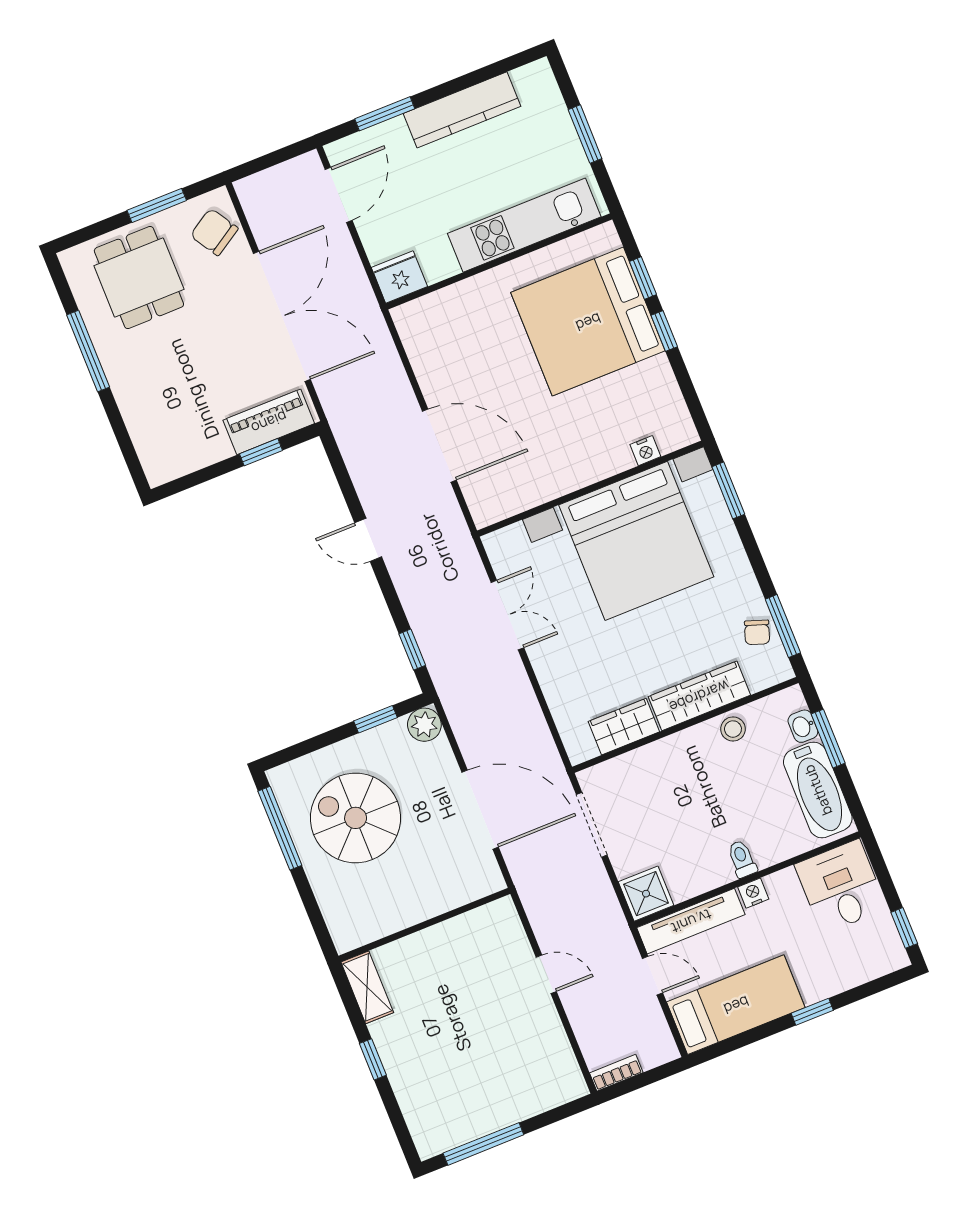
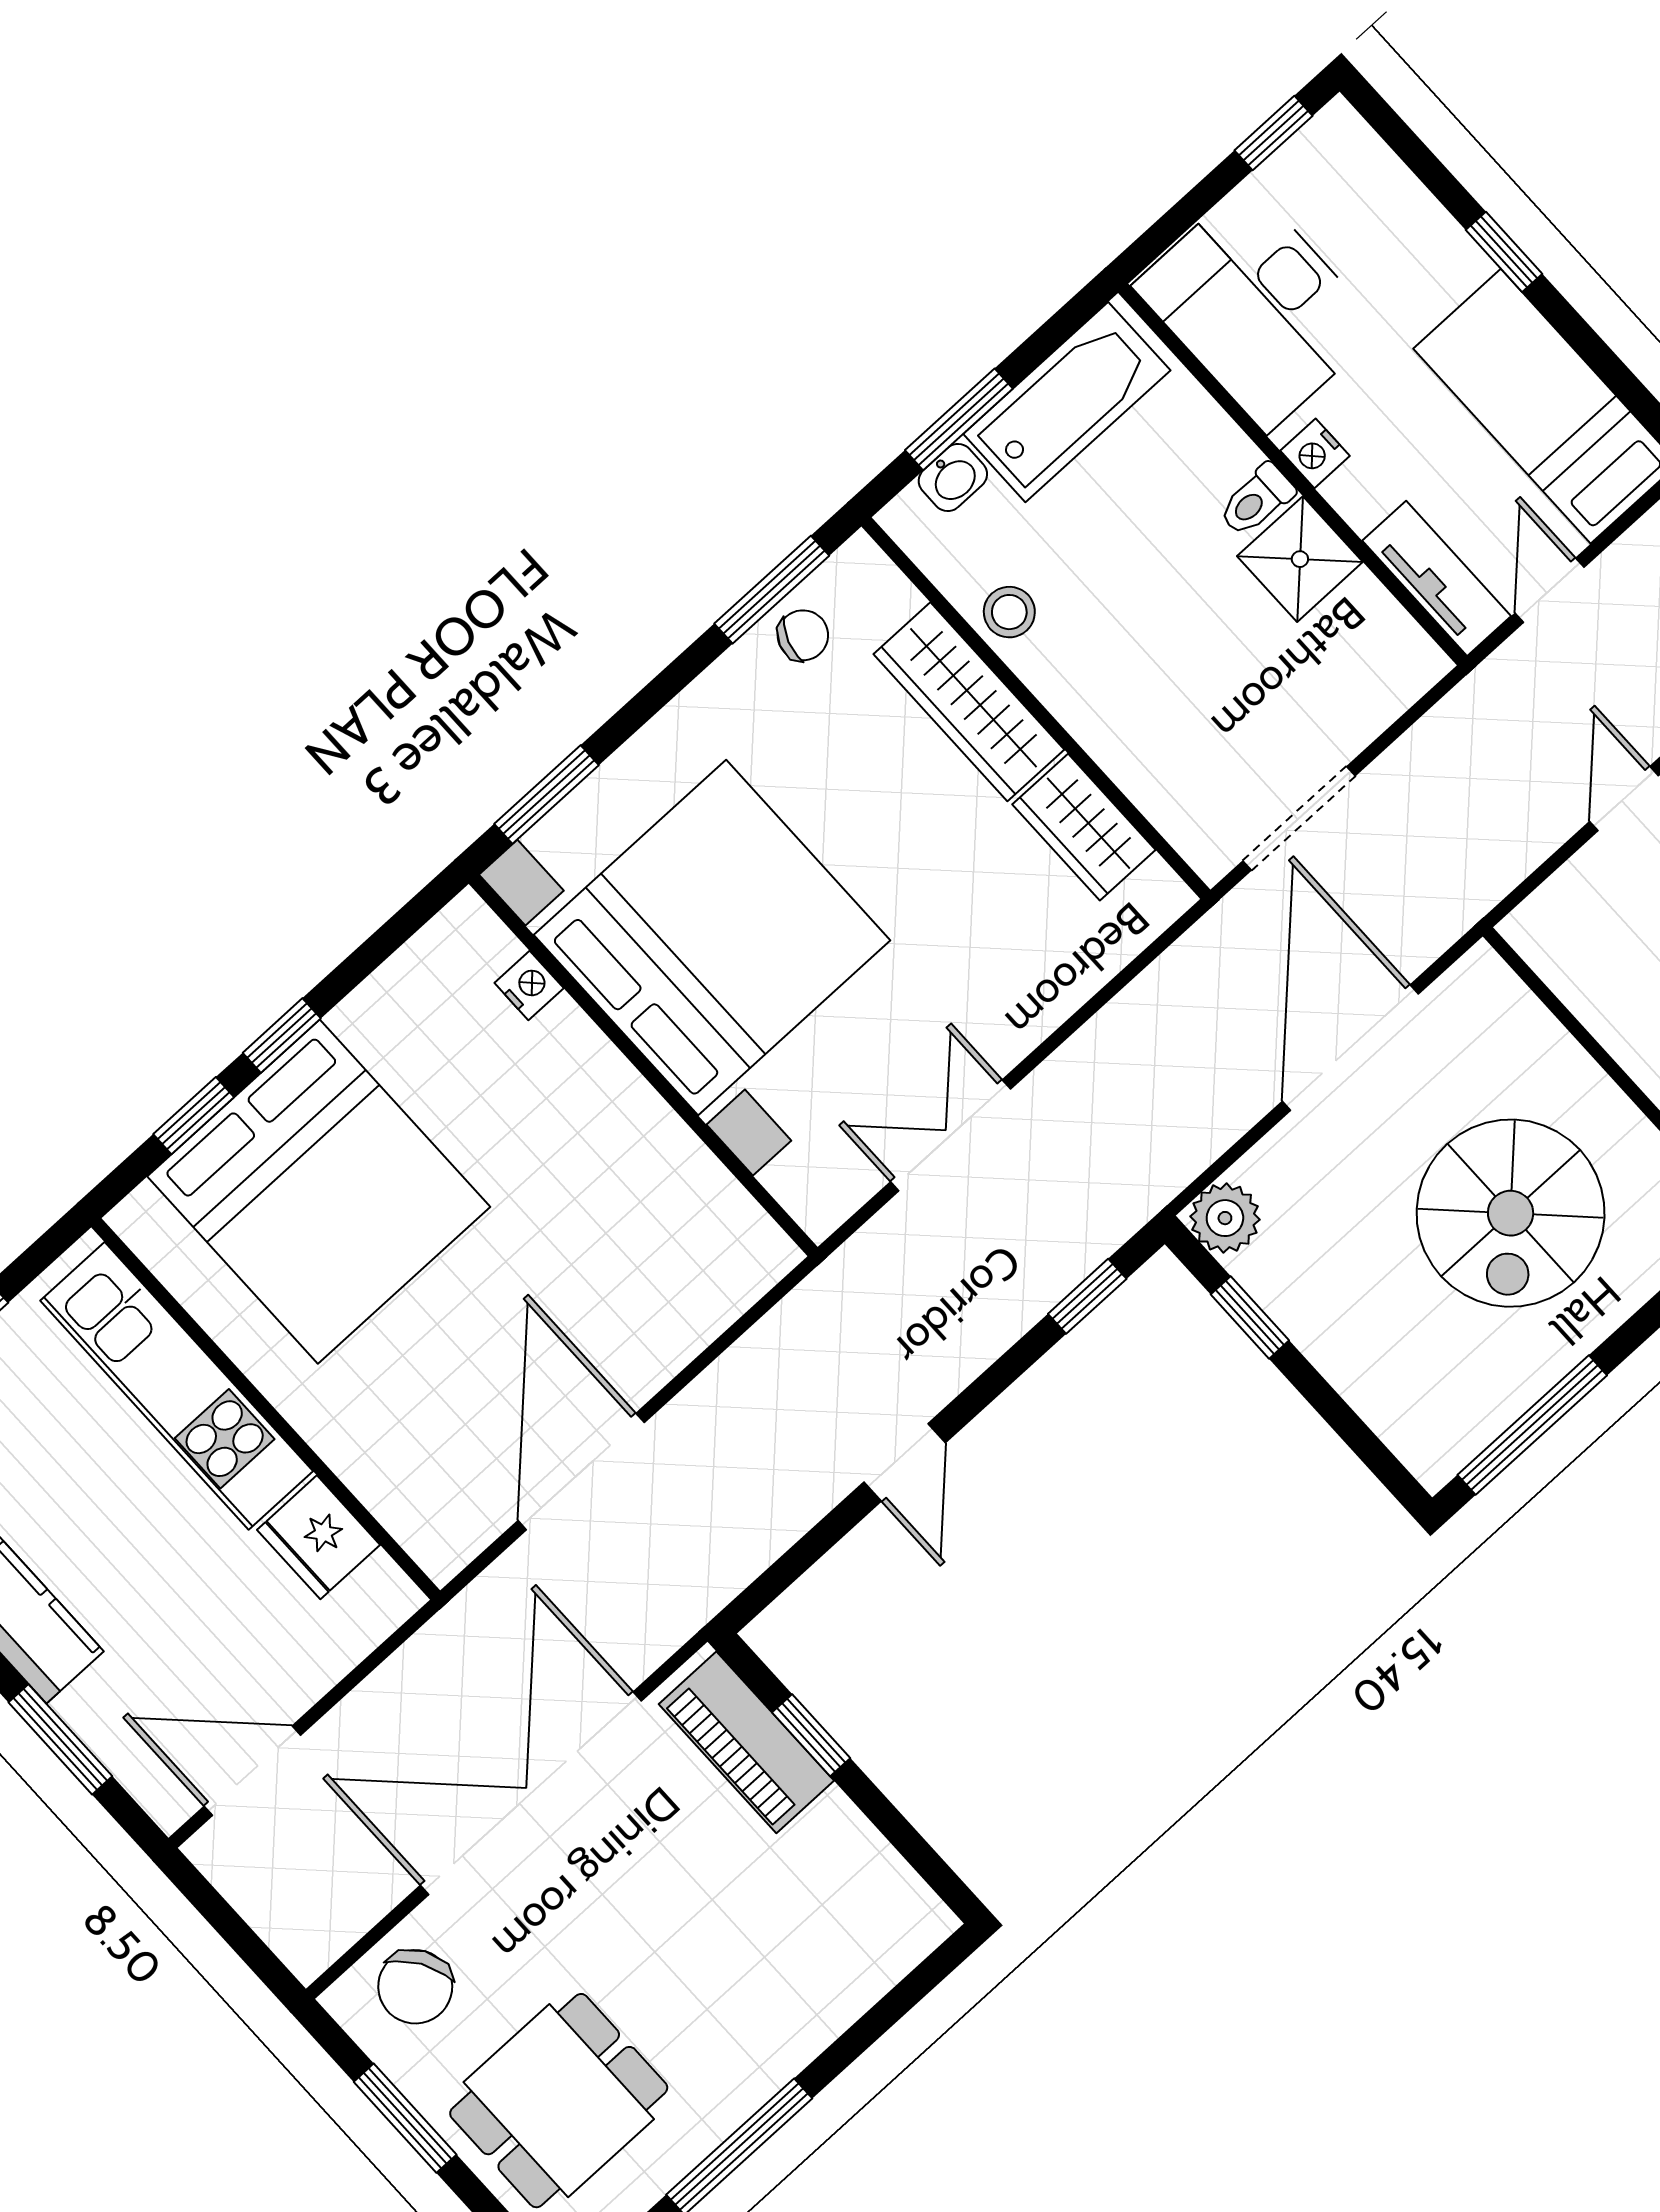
fridge: (399, 277) -> (319, 1537), moved
door: (439, 446) -> (581, 1472), moved
spiral stairs: (356, 818) -> (1511, 1213), moved
desk: (841, 887) -> (1257, 307), width x1.37
shower: (646, 894) -> (1300, 559), moved
tv unit: (691, 921) -> (1437, 578), width x0.71

